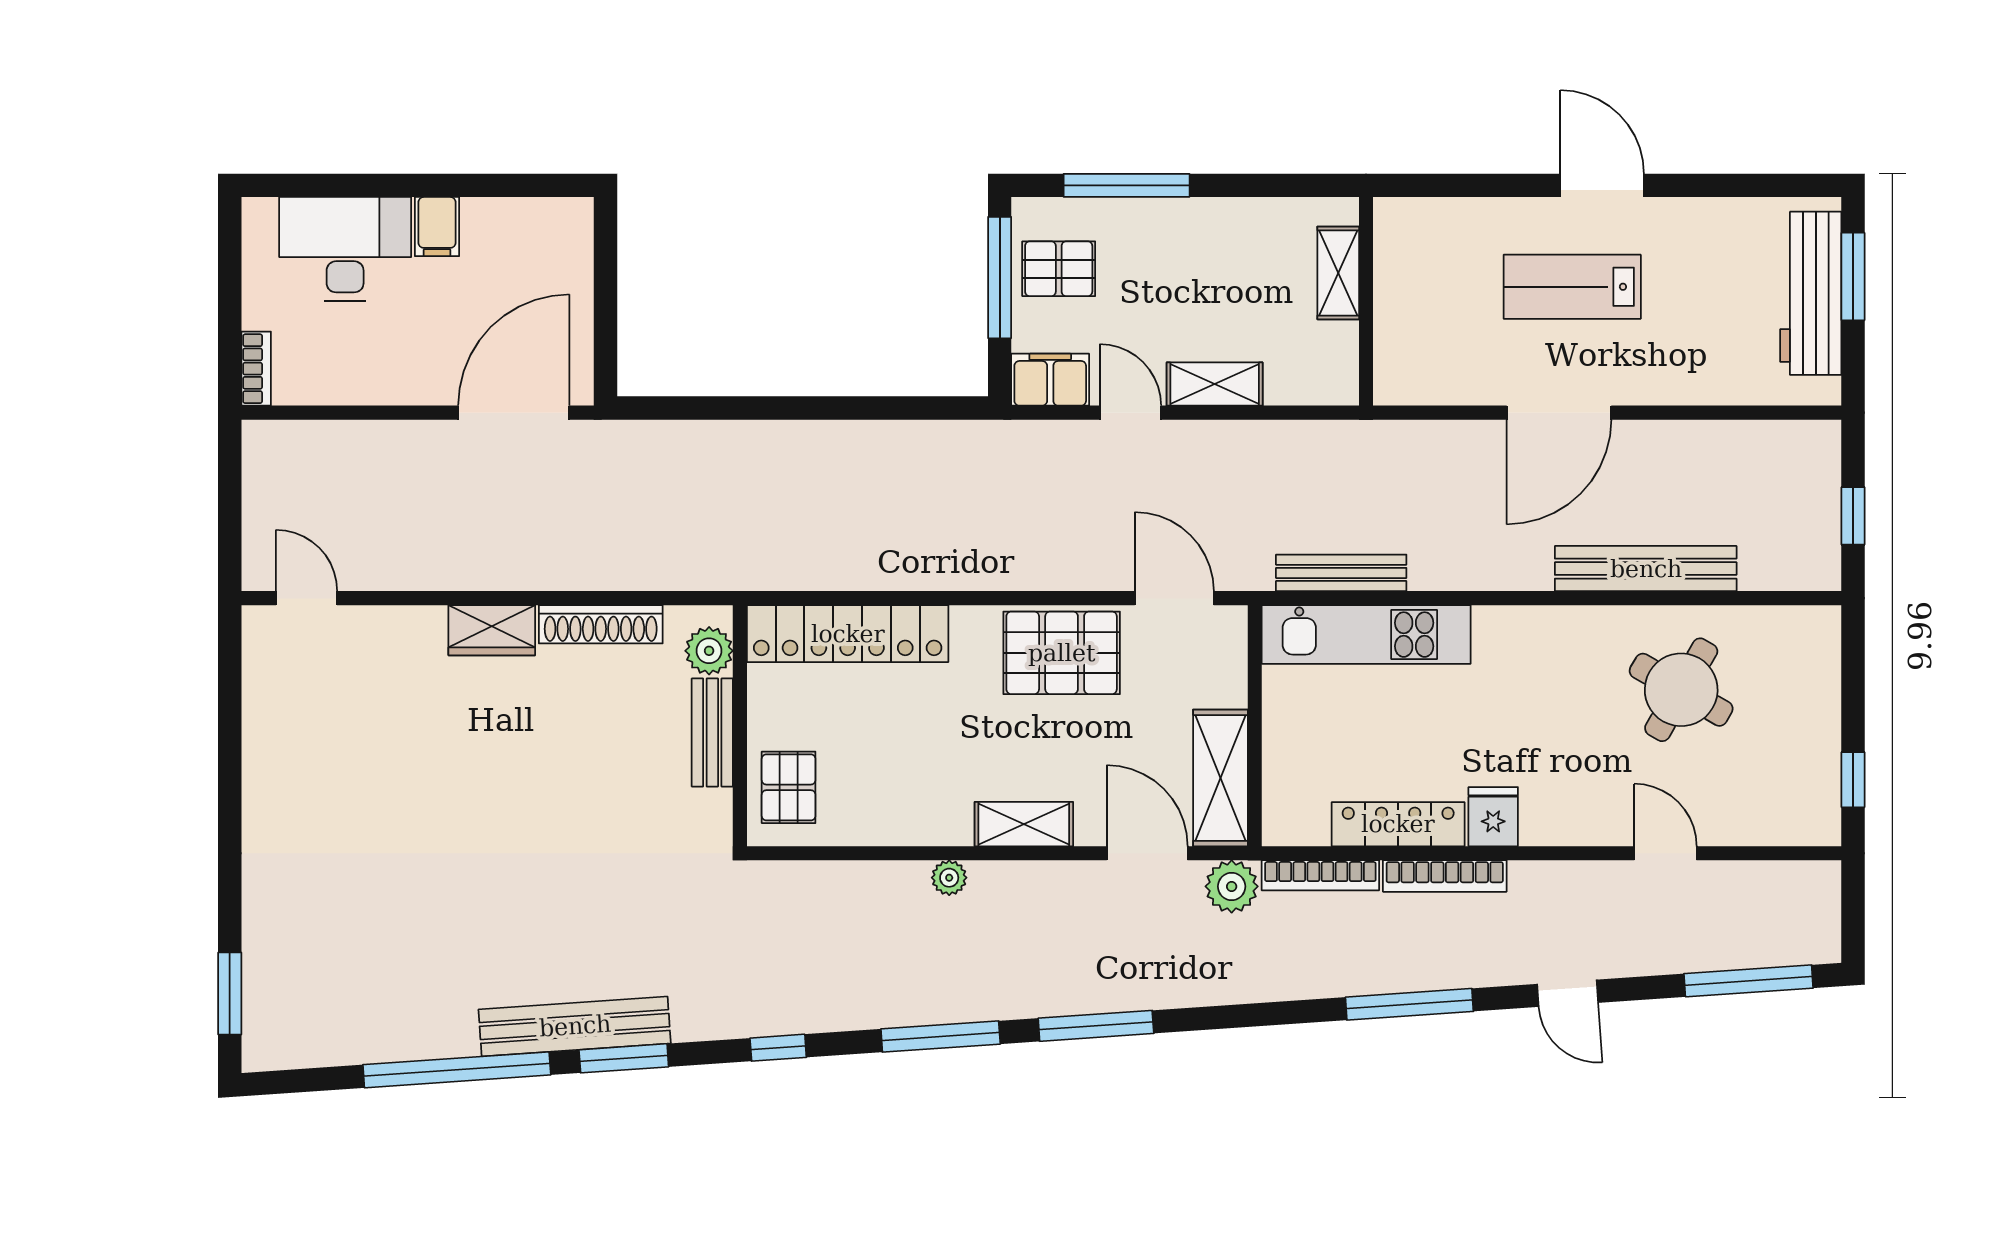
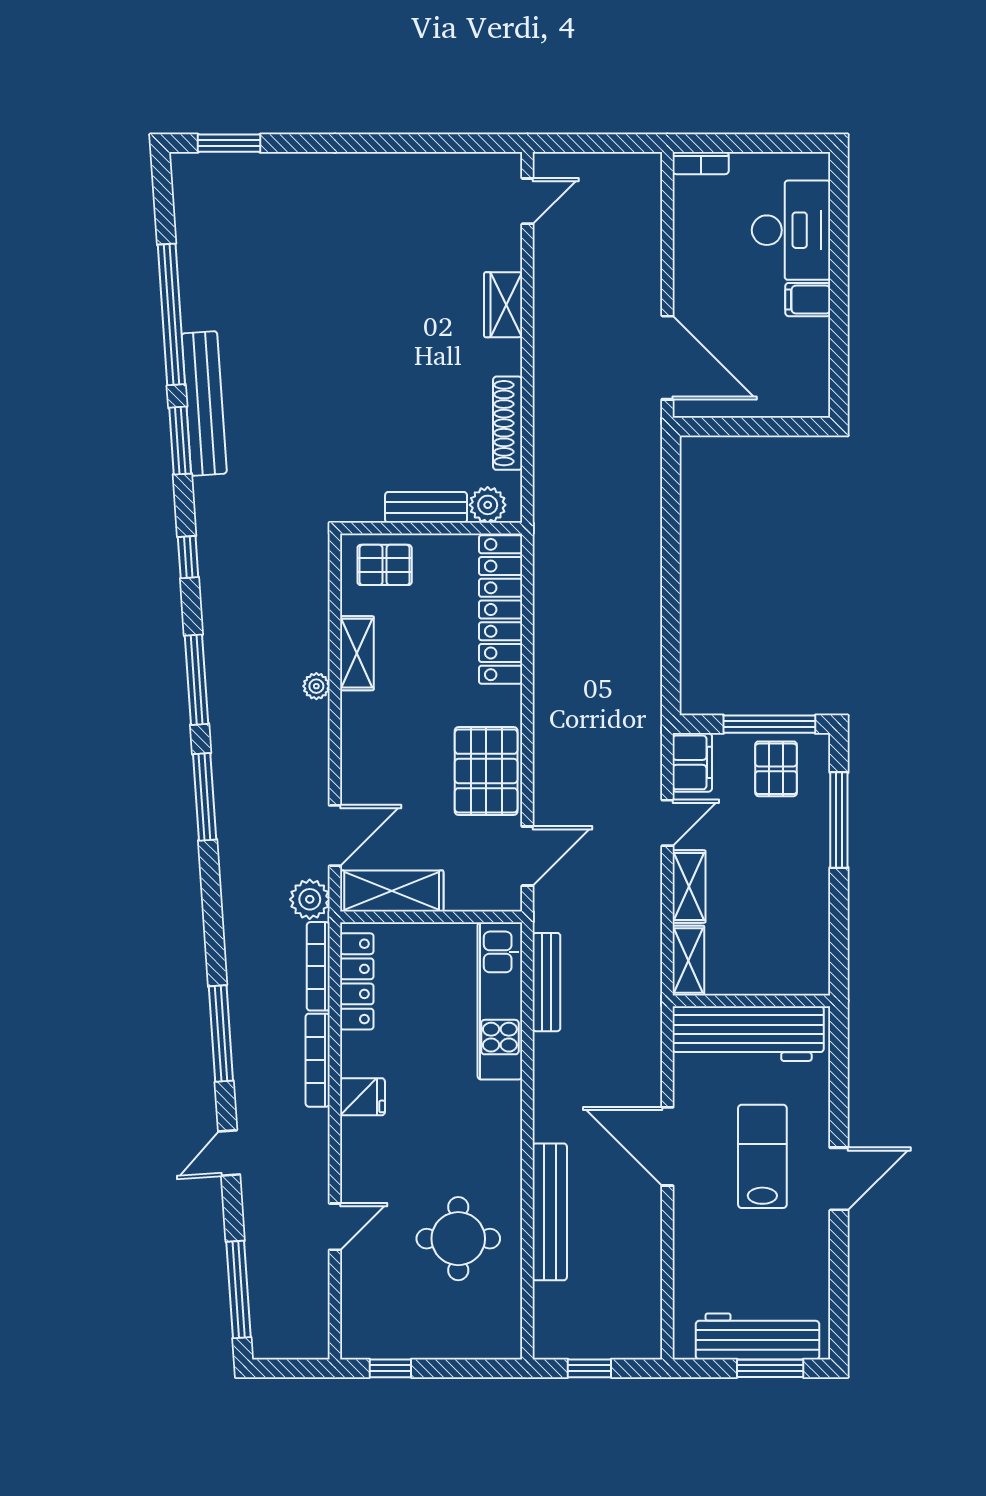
shelving: (1338, 273) -> (688, 961), moved, turned 90
workbench: (1409, 306) -> (748, 1034), added
wardrobe: (492, 630) -> (503, 305), moved
round table: (1681, 690) -> (458, 1239), turned -30
shelving: (1024, 824) -> (357, 653), moved
locker: (1398, 824) -> (357, 981), moved

